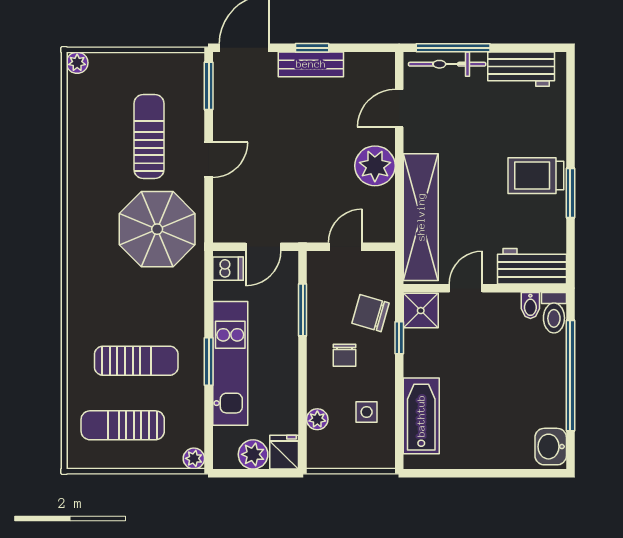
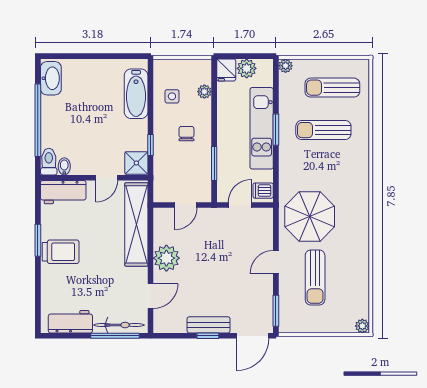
chair: (371, 313) -> (169, 161), removed
sun lounger: (123, 425) -> (332, 88), turned 180
washbasin: (551, 447) -> (51, 78), width x1.38

